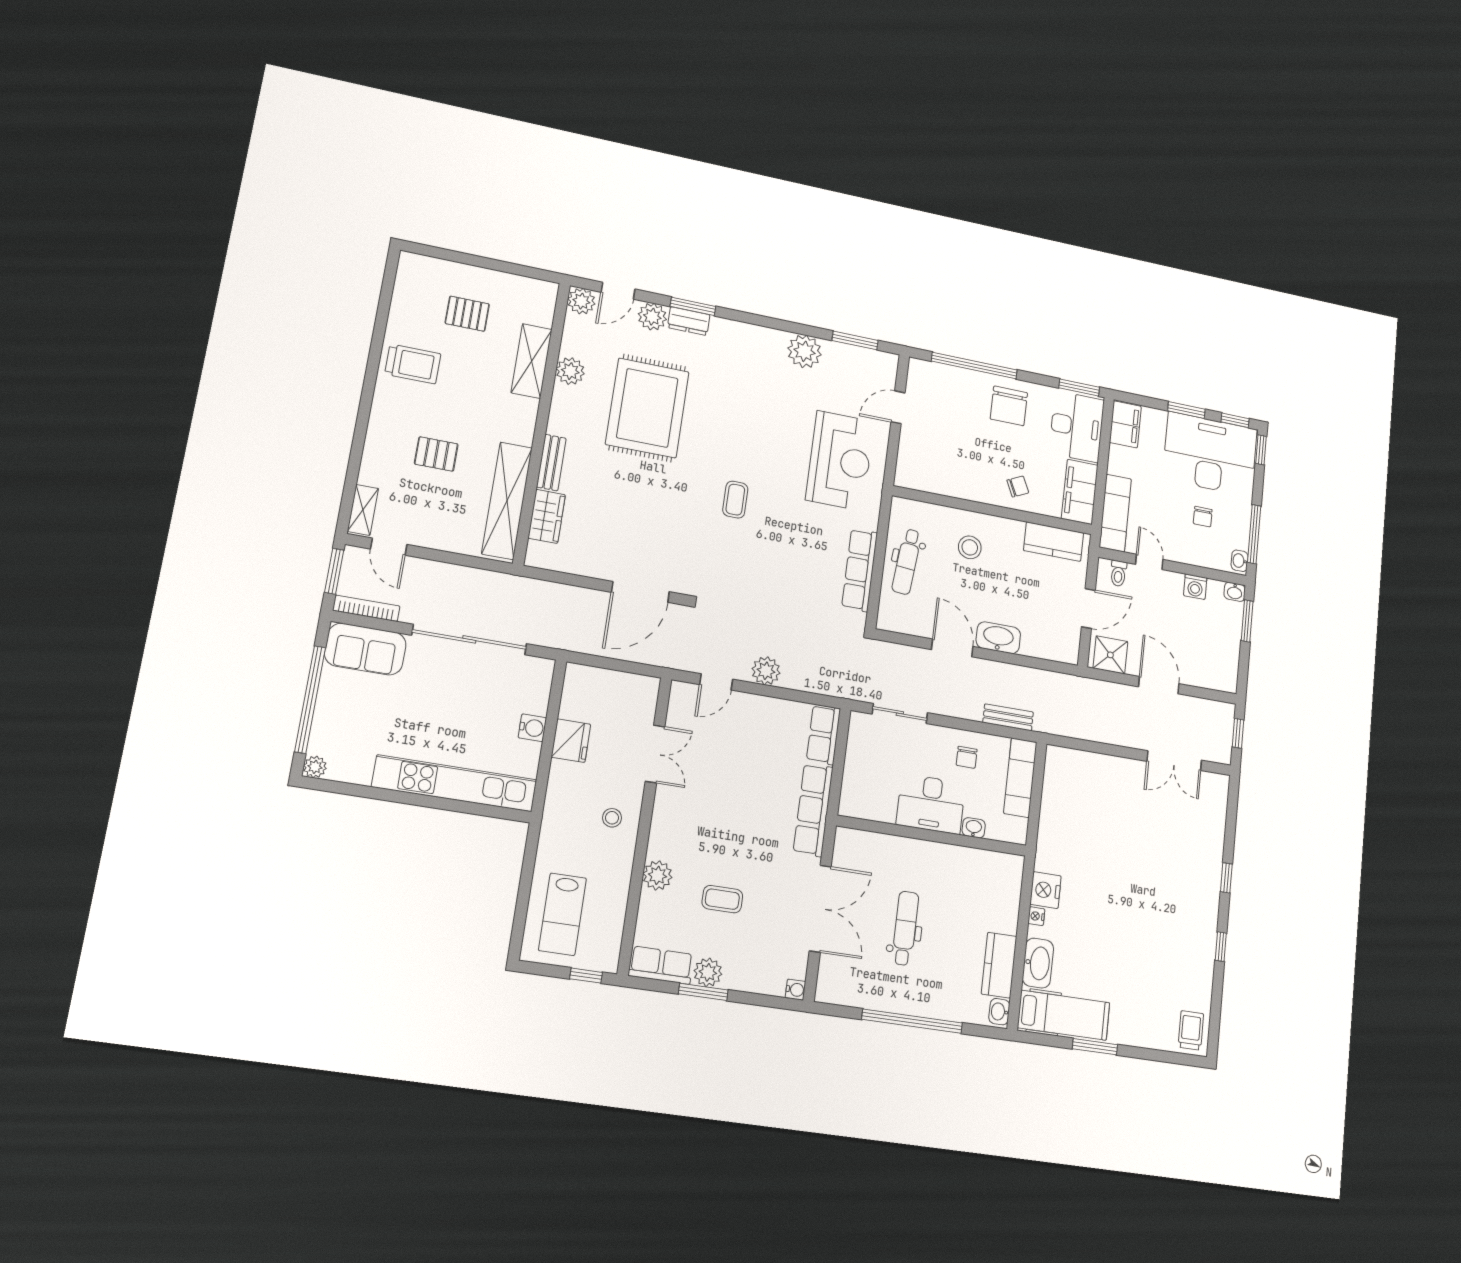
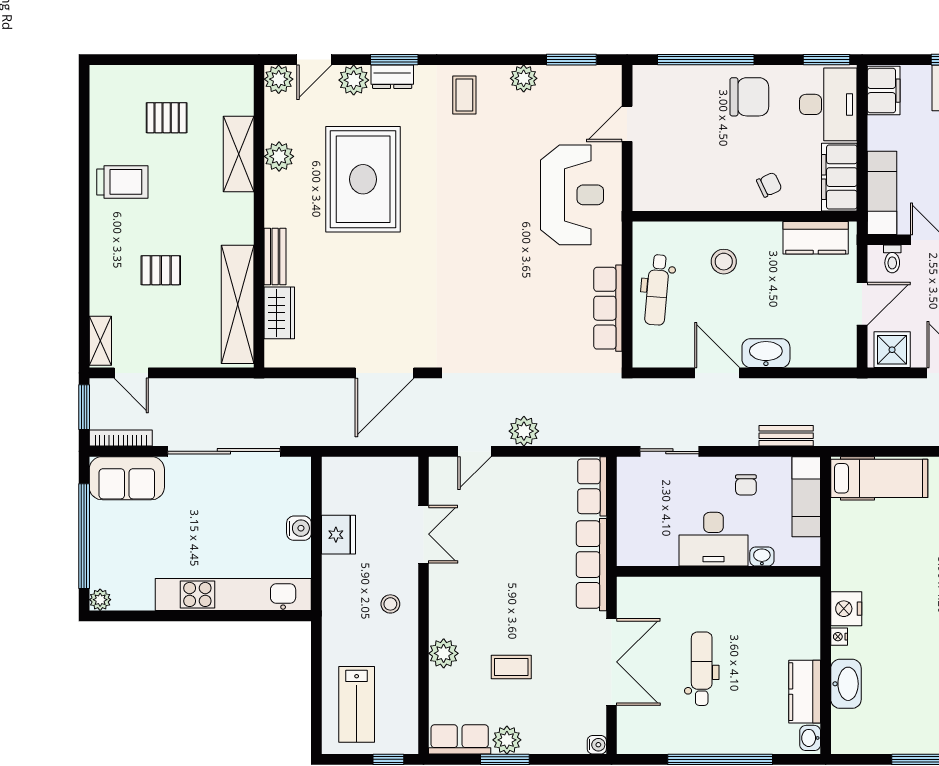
plant: (805, 351) -> (524, 78), width x0.73, depth x0.73
chair: (1009, 406) -> (749, 97), turned -90
coffee table: (735, 500) -> (464, 95), moved
hospital bed: (1064, 1015) -> (879, 478), moved

